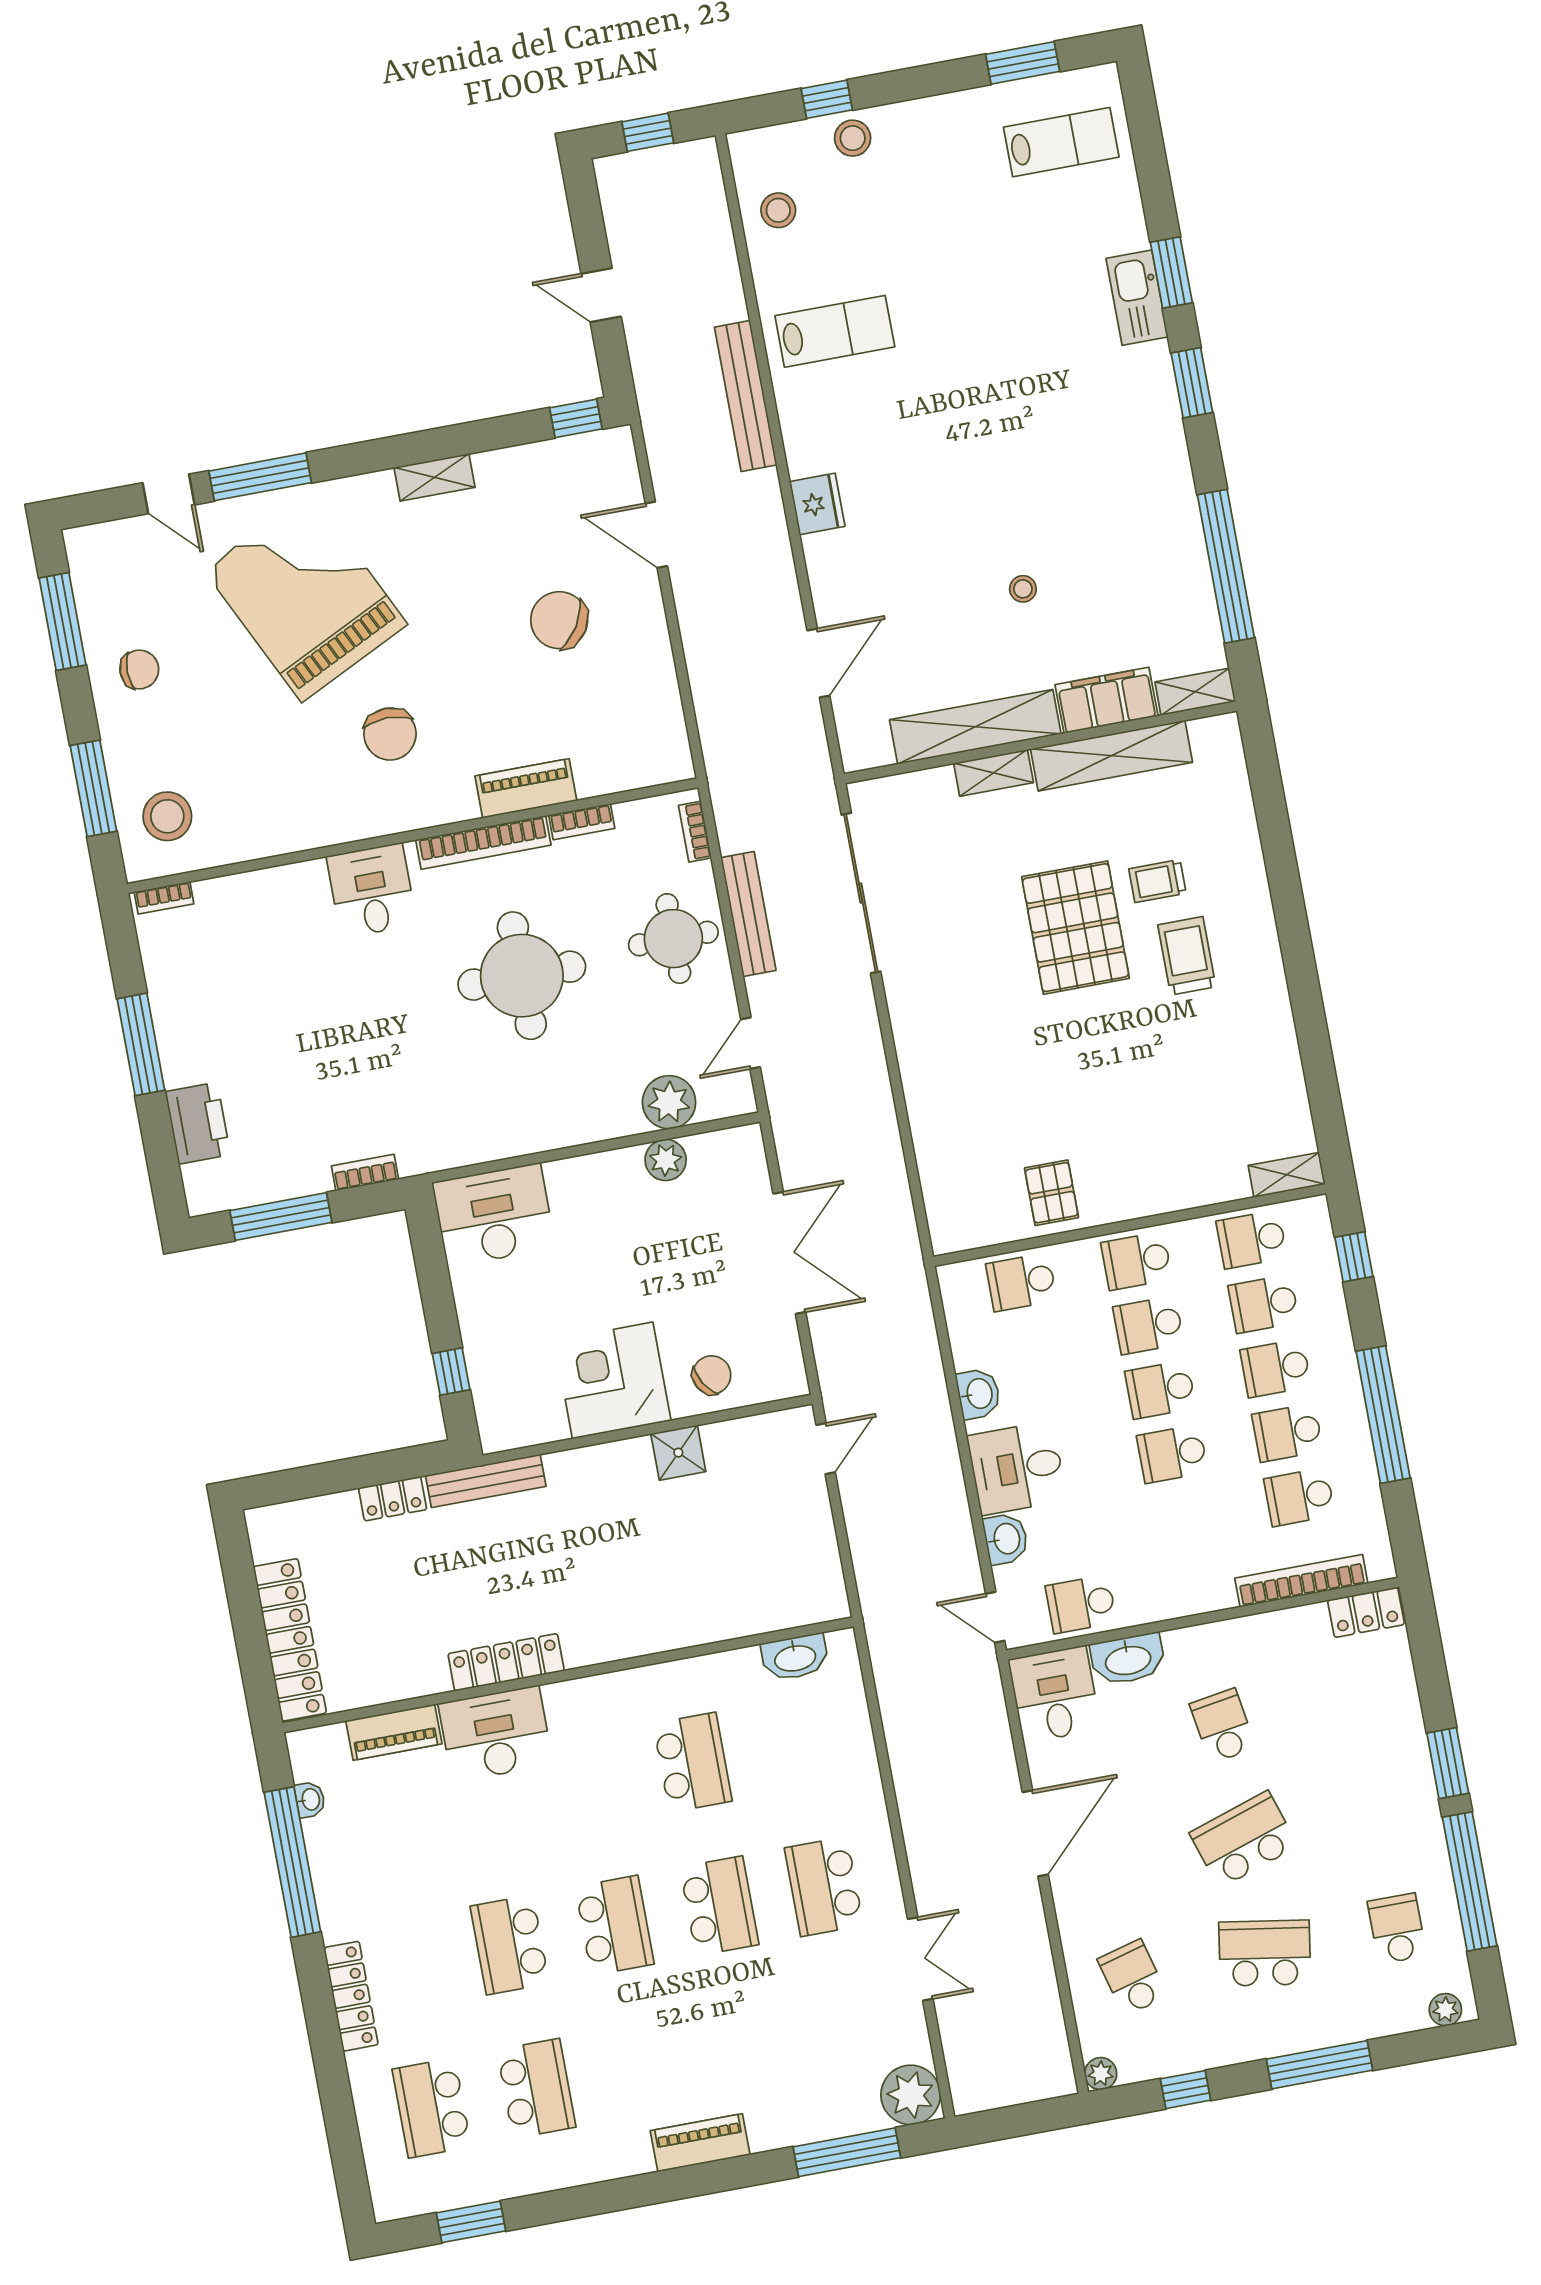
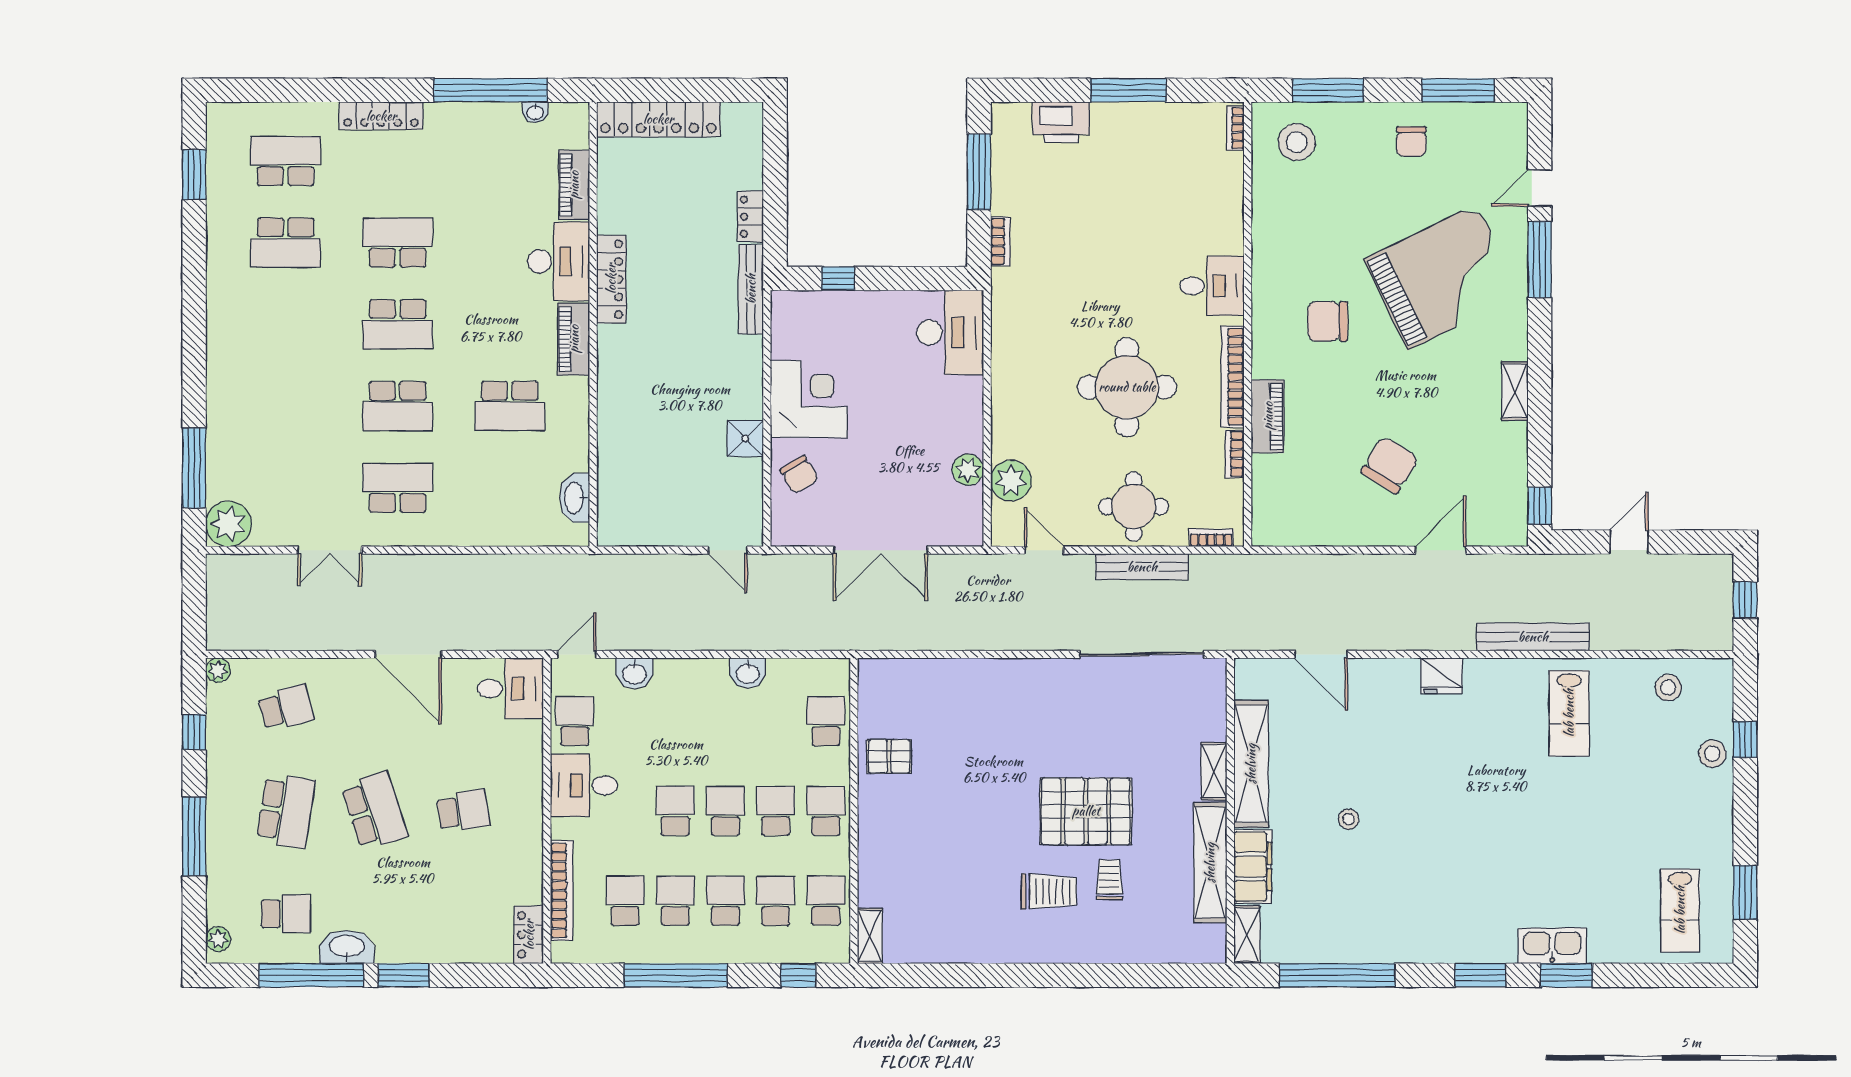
desk: (1017, 1468) -> (584, 785), moved, turned -90
washbasin: (1128, 1659) -> (347, 947), moved, turned 90
piano: (700, 2143) -> (574, 339), moved, turned 180

